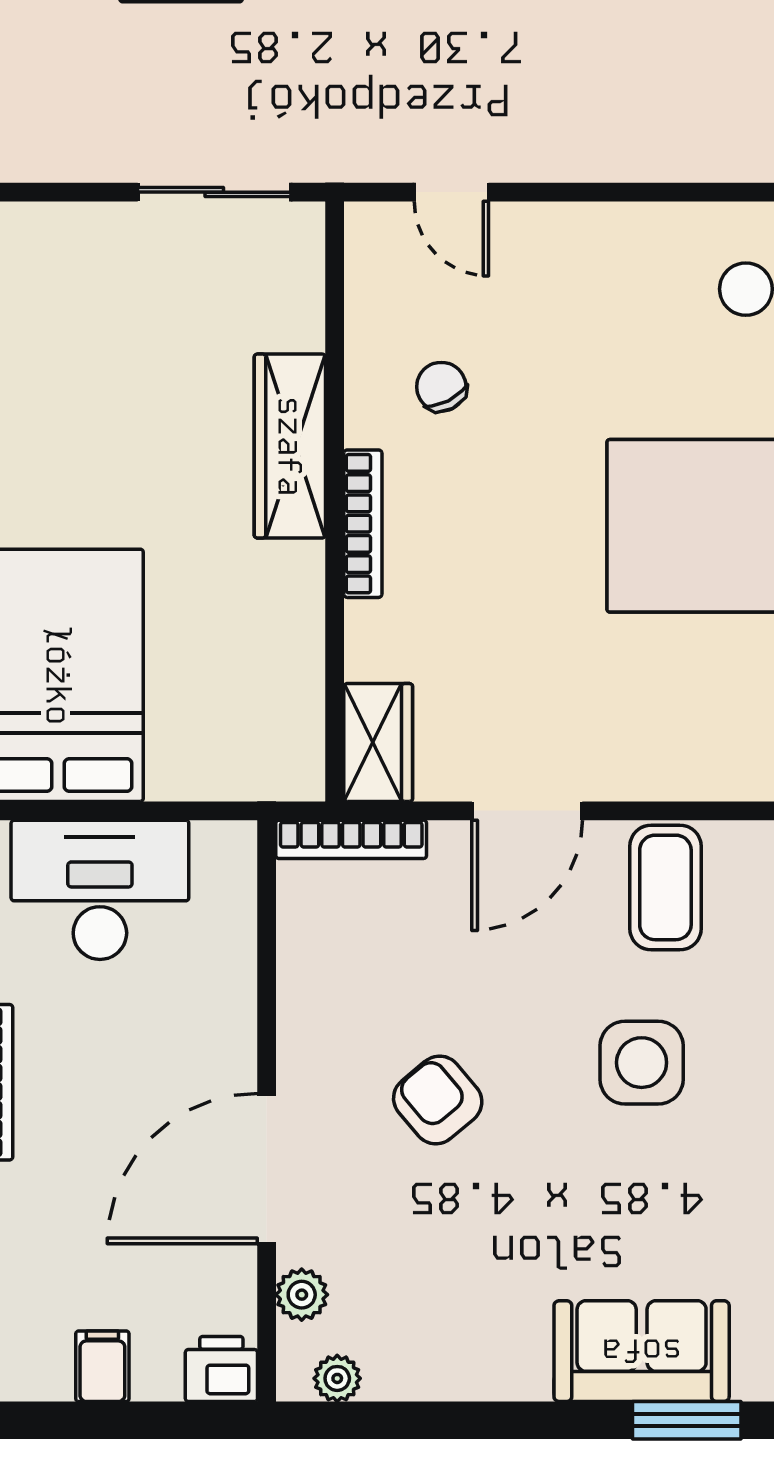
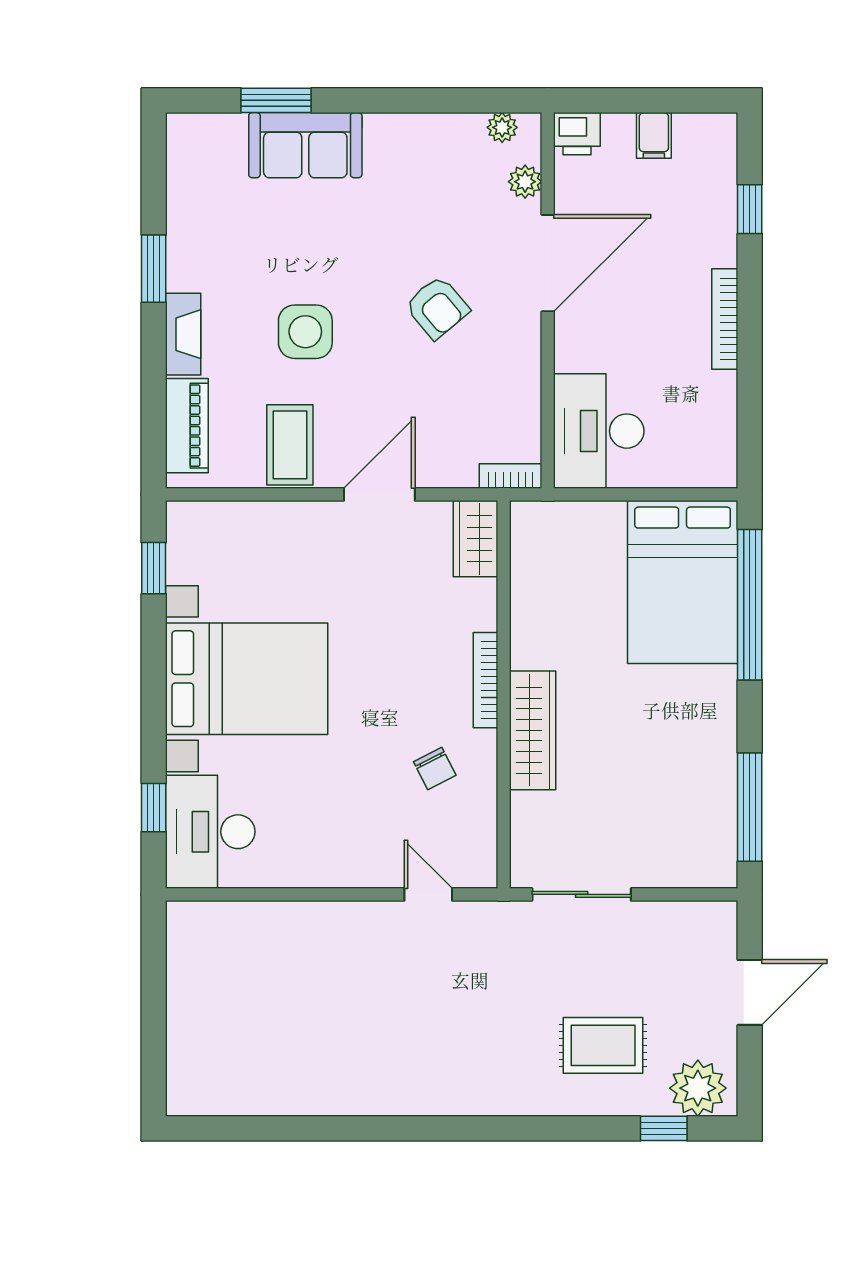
bookcase: (351, 839) -> (511, 476), width x0.64
desk: (100, 890) -> (599, 431), moved, turned 90

